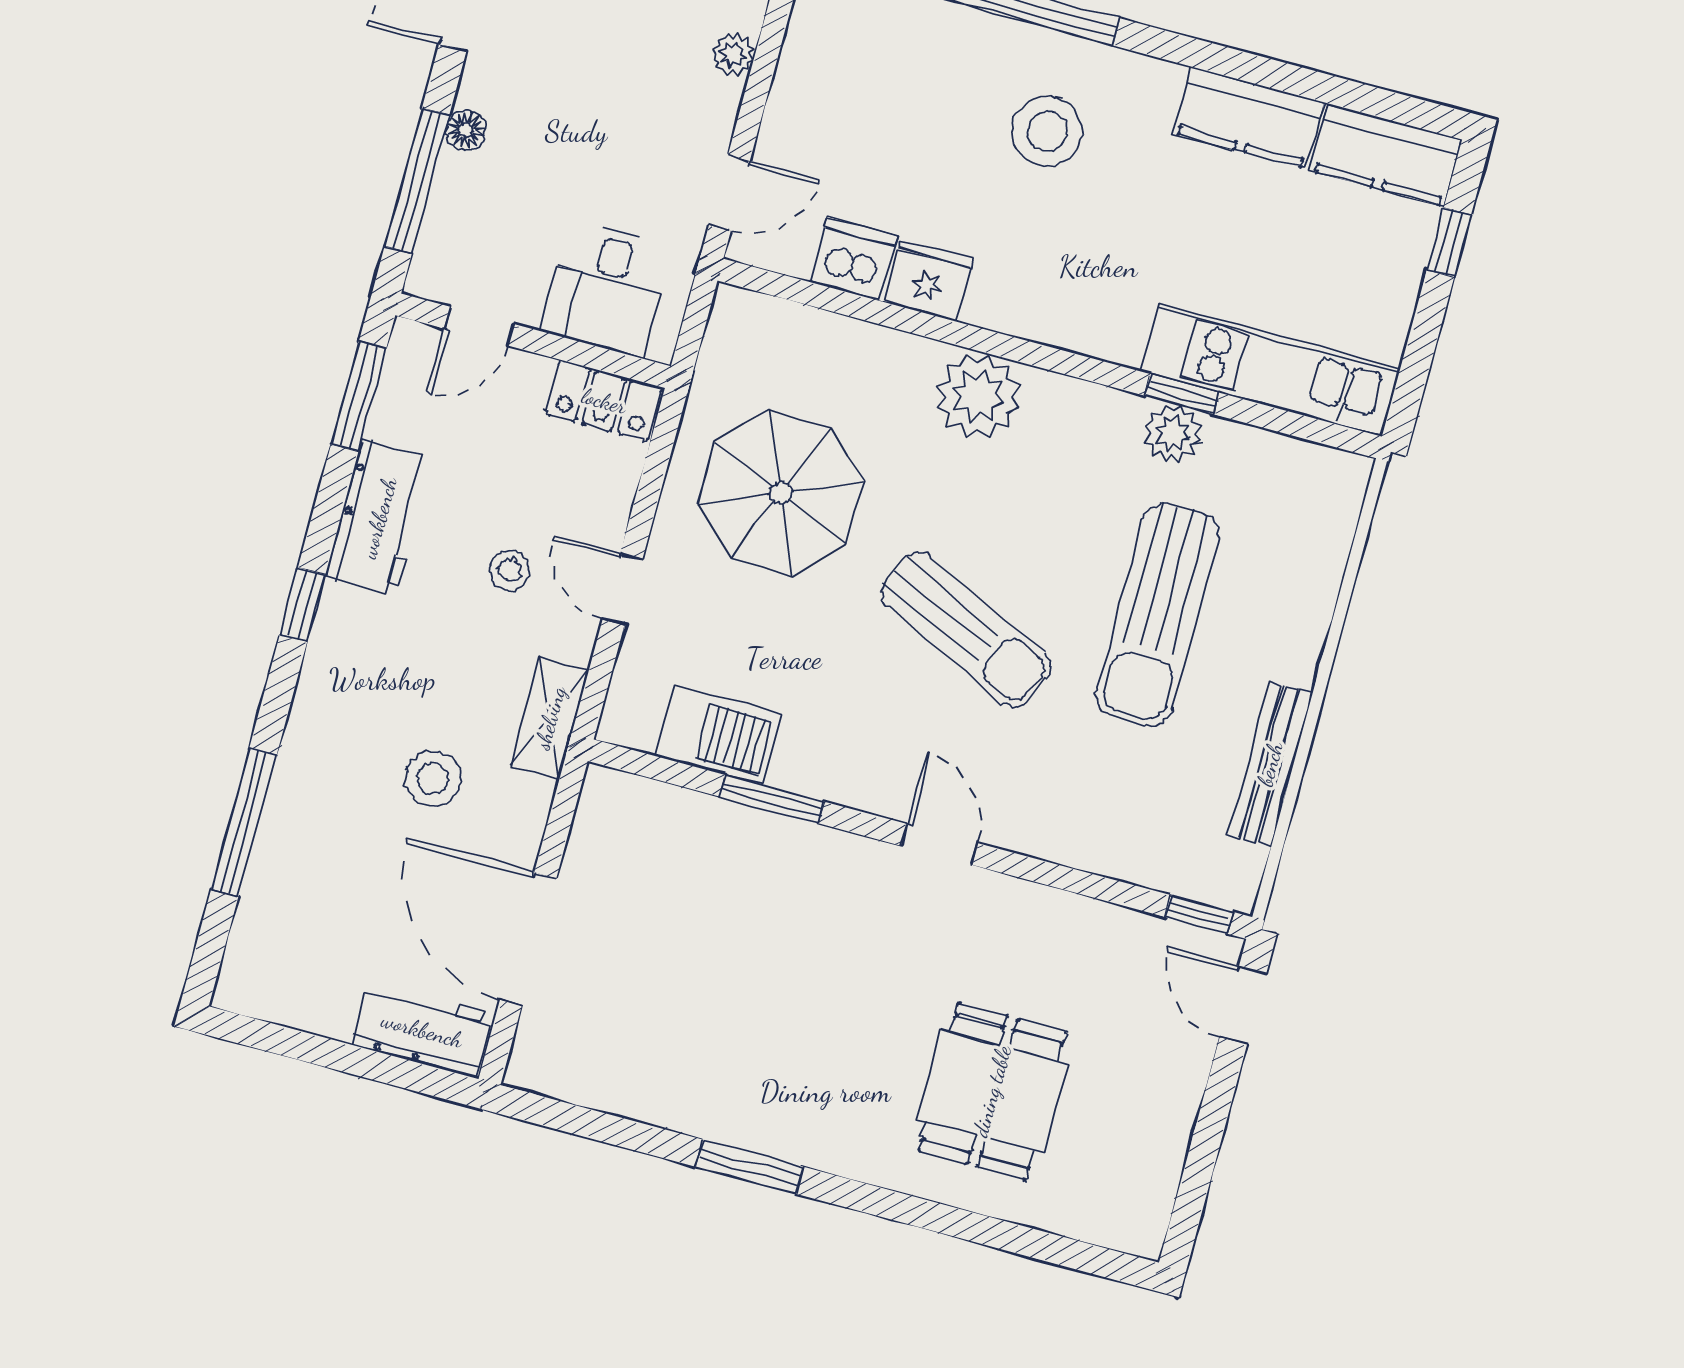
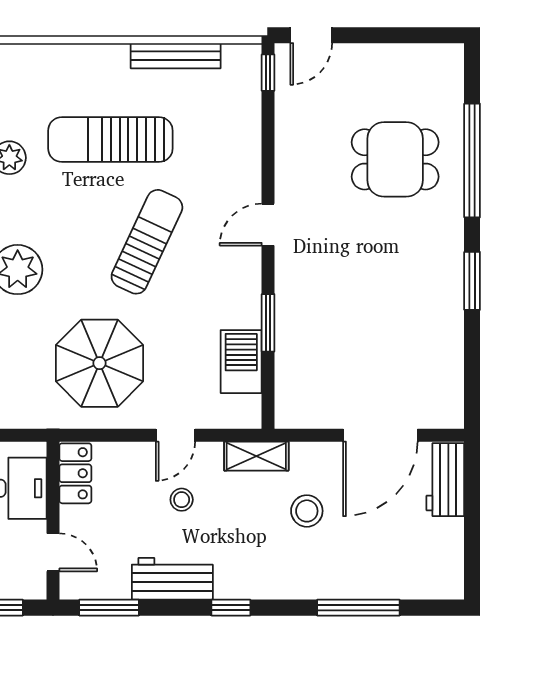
sun lounger: (1157, 614) -> (110, 140), turned 180
window: (955, 1222) -> (472, 160), added

